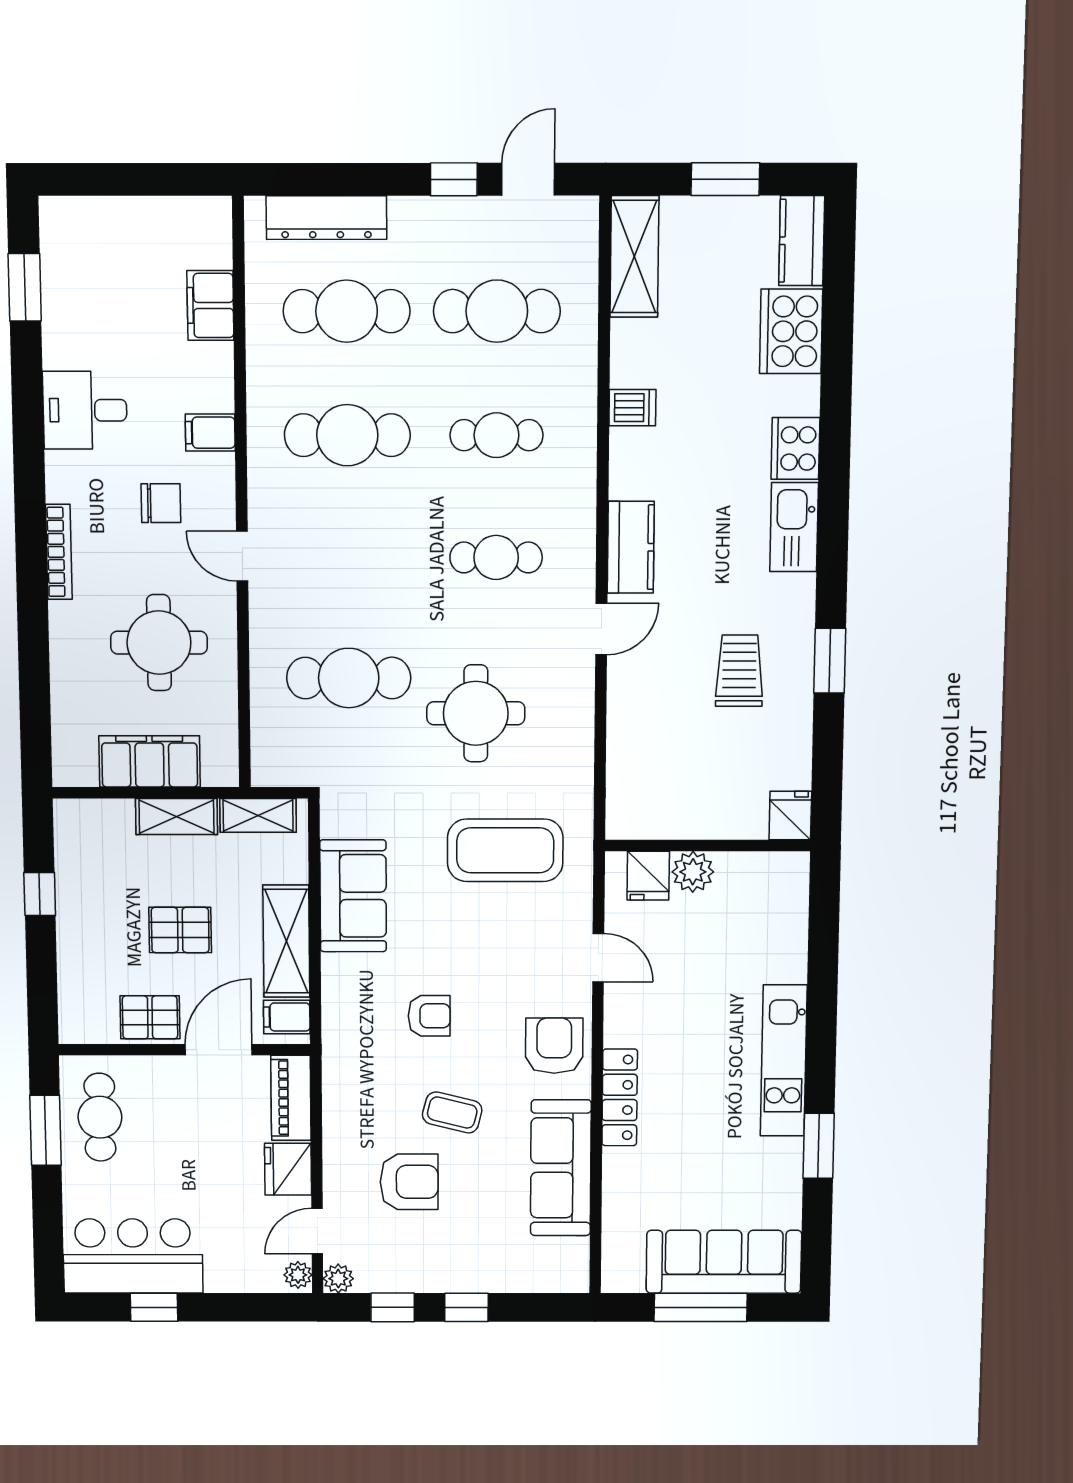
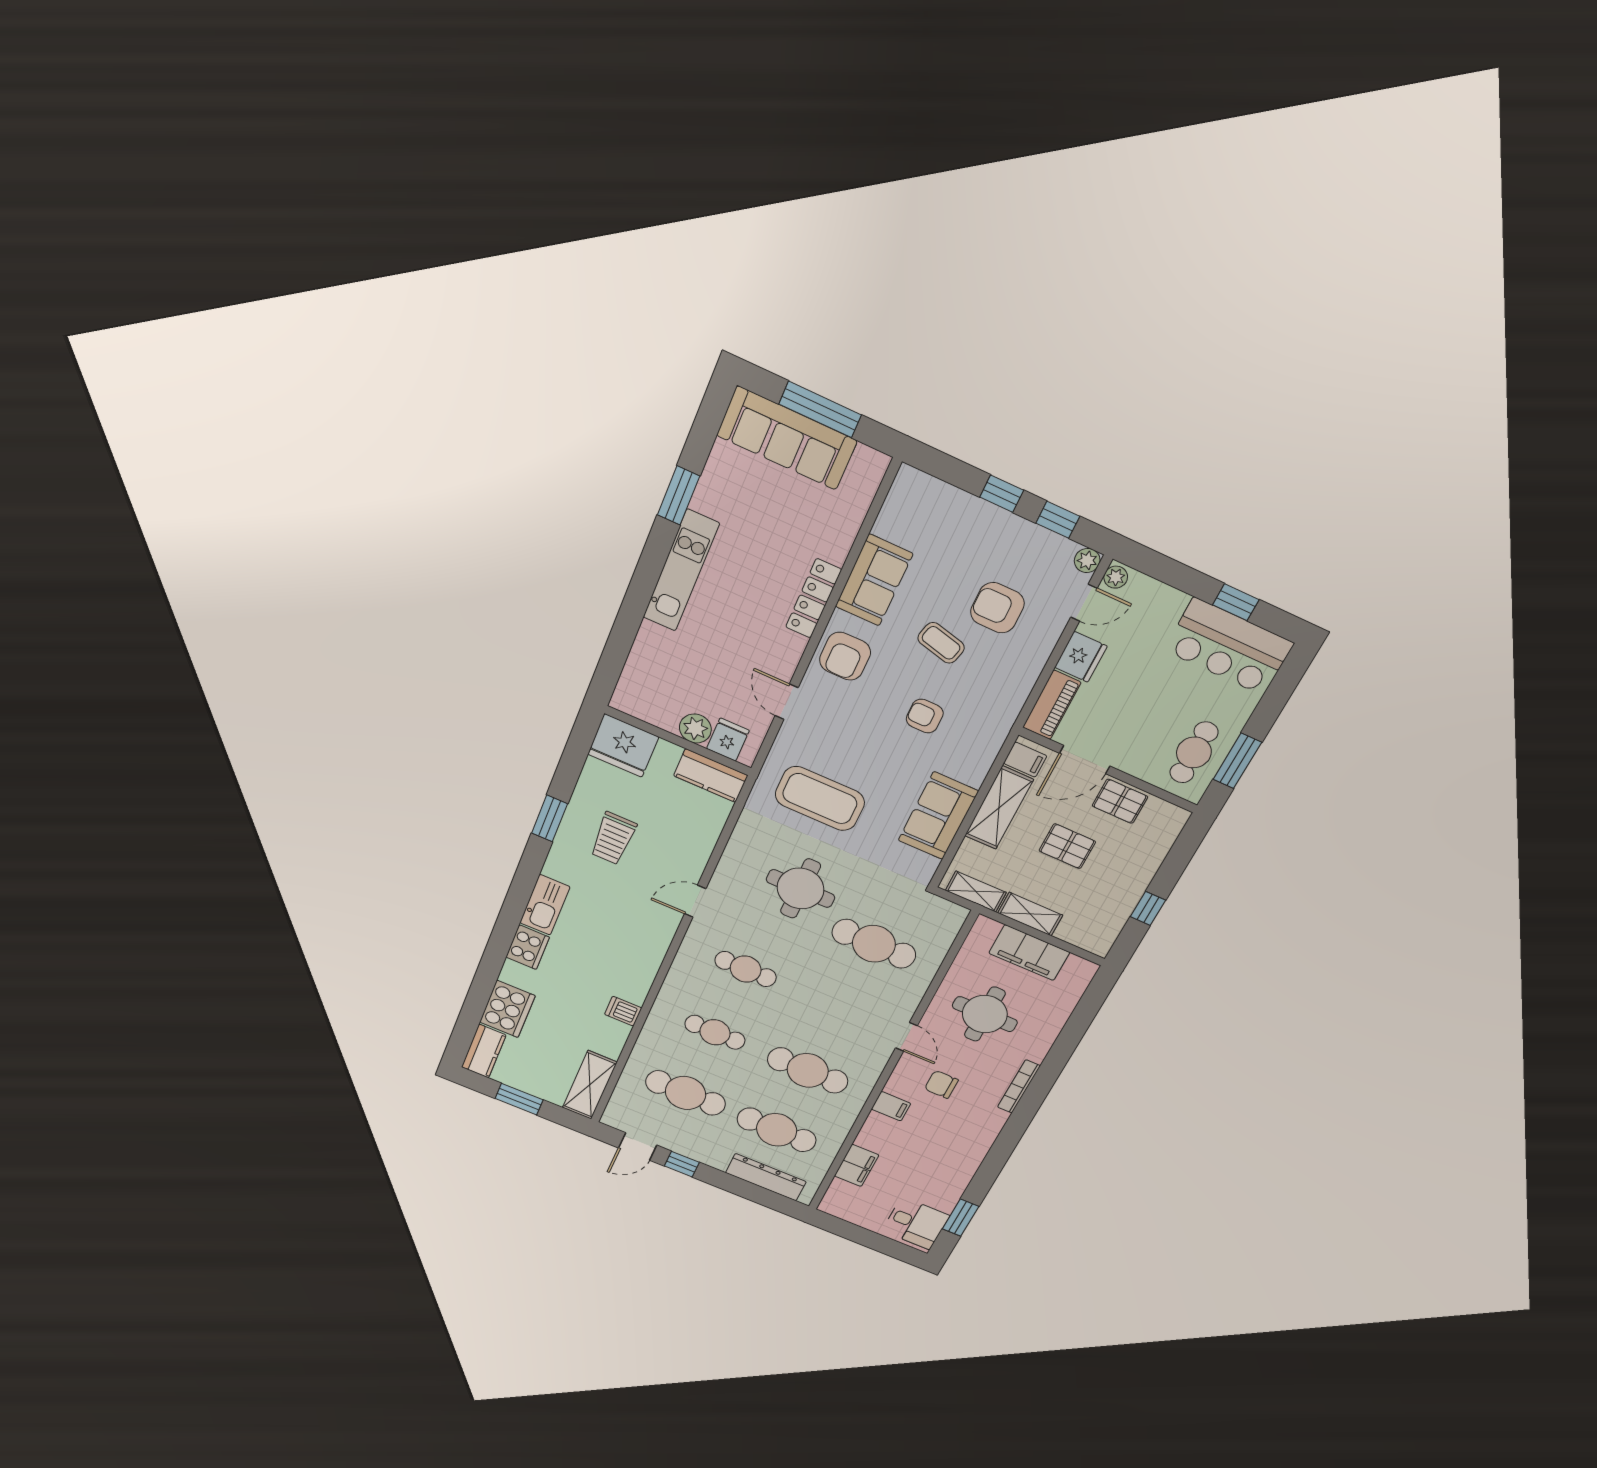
desk: (85, 410) -> (916, 1223), moved
kitchen counter: (631, 547) -> (711, 776), moved, turned -90
fridge: (790, 816) -> (623, 746), width x1.88, depth x1.34
sofa: (561, 1168) -> (874, 580), width x0.73

